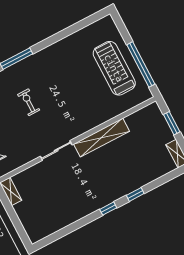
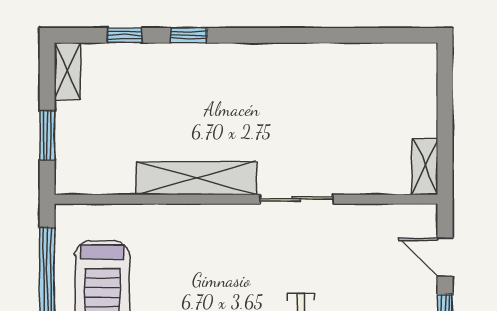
window: (108, 209) -> (124, 35), moved

